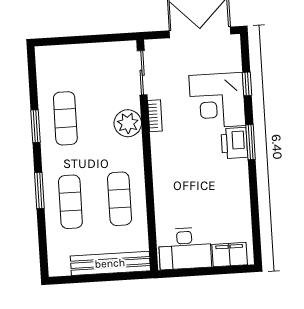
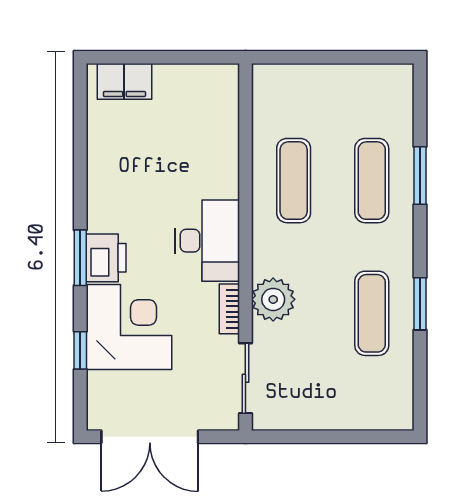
window: (39, 190) -> (420, 175), moved
desk: (185, 248) -> (207, 241), moved, turned 90
bench: (110, 263) -> (314, 79), removed

